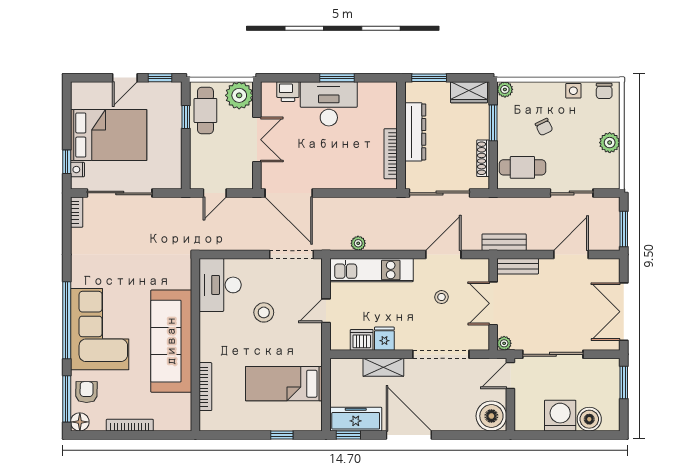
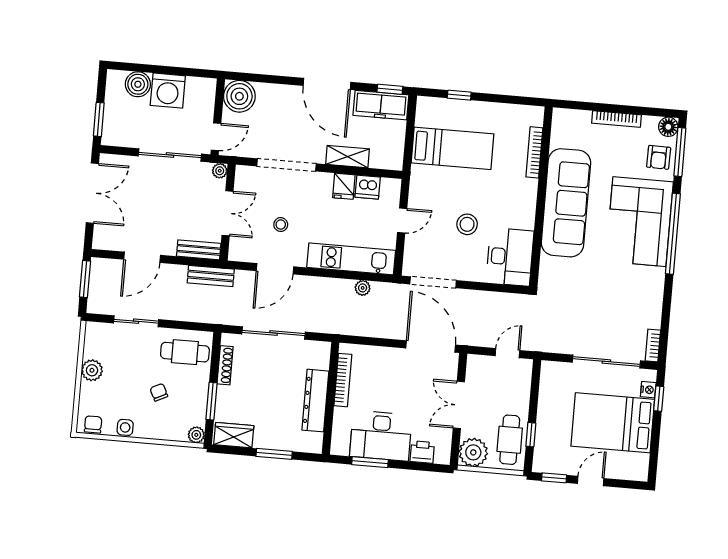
dresser: (415, 132) -> (315, 401), moved
wall: (401, 135) -> (331, 398), moved
bookcase: (391, 154) -> (343, 380), moved

